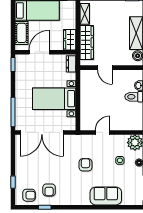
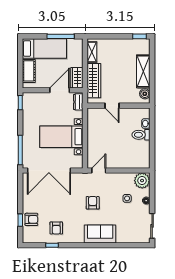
door: (39, 52) -> (60, 90), moved
door: (103, 132) -> (99, 170), moved
armchair: (29, 195) -> (31, 219), moved
sofa: (106, 196) -> (100, 234), moved

